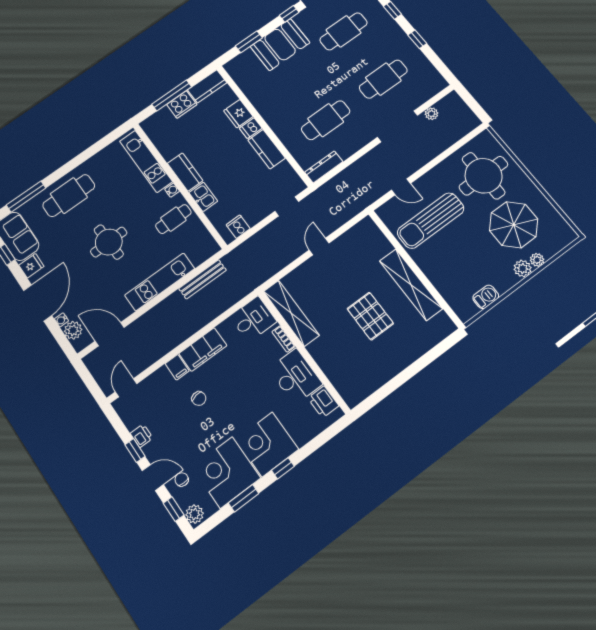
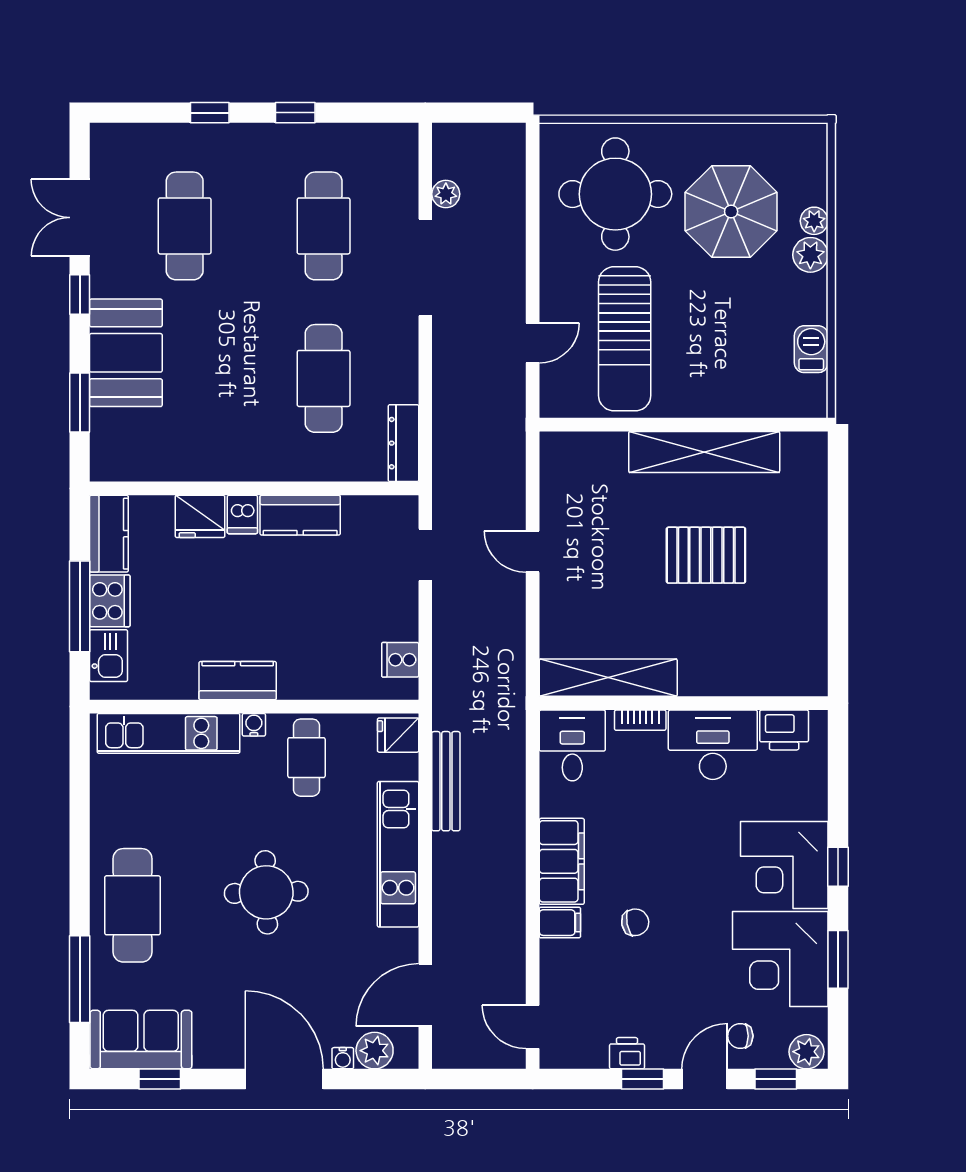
kitchen sink: (203, 197) -> (109, 656), moved, turned 90
fridge: (31, 266) -> (398, 735), moved, turned -90

